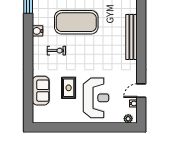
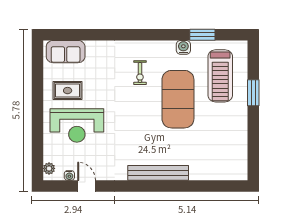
water cooler: (37, 31) -> (183, 47), moved
rug: (69, 88) -> (68, 91), moved
sofa: (41, 91) -> (66, 52), moved

